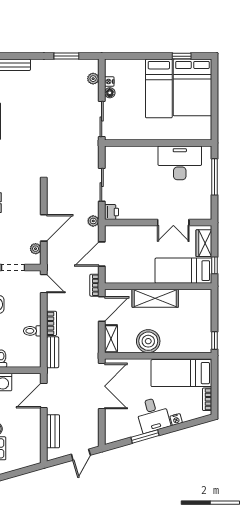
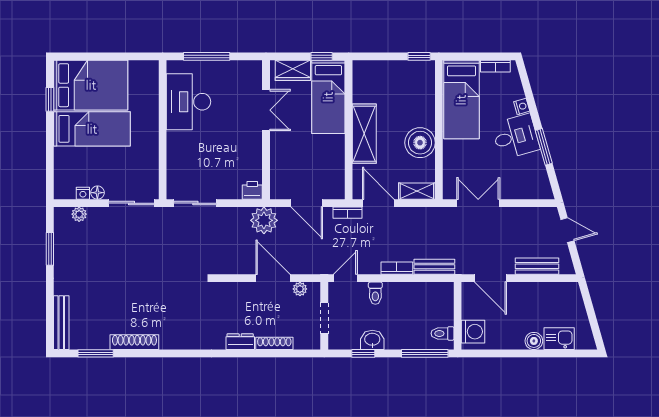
sliding door: (102, 185) -> (195, 203), moved
plant: (93, 221) -> (264, 220), width x1.88, depth x1.88
toilet: (32, 331) -> (375, 293), moved
double door: (102, 386) -> (478, 203), width x0.73

